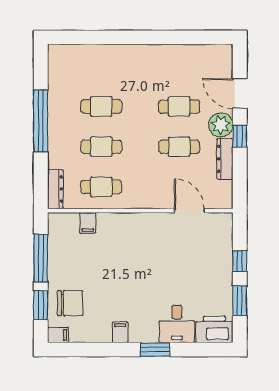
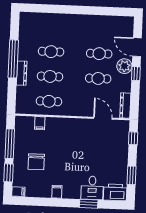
dresser: (225, 159) -> (125, 106), moved
dresser: (55, 189) -> (22, 73), moved
window: (240, 261) -> (133, 138), moved
chair: (70, 303) -> (36, 162), moved, turned 90
window: (155, 350) -> (89, 204), moved

